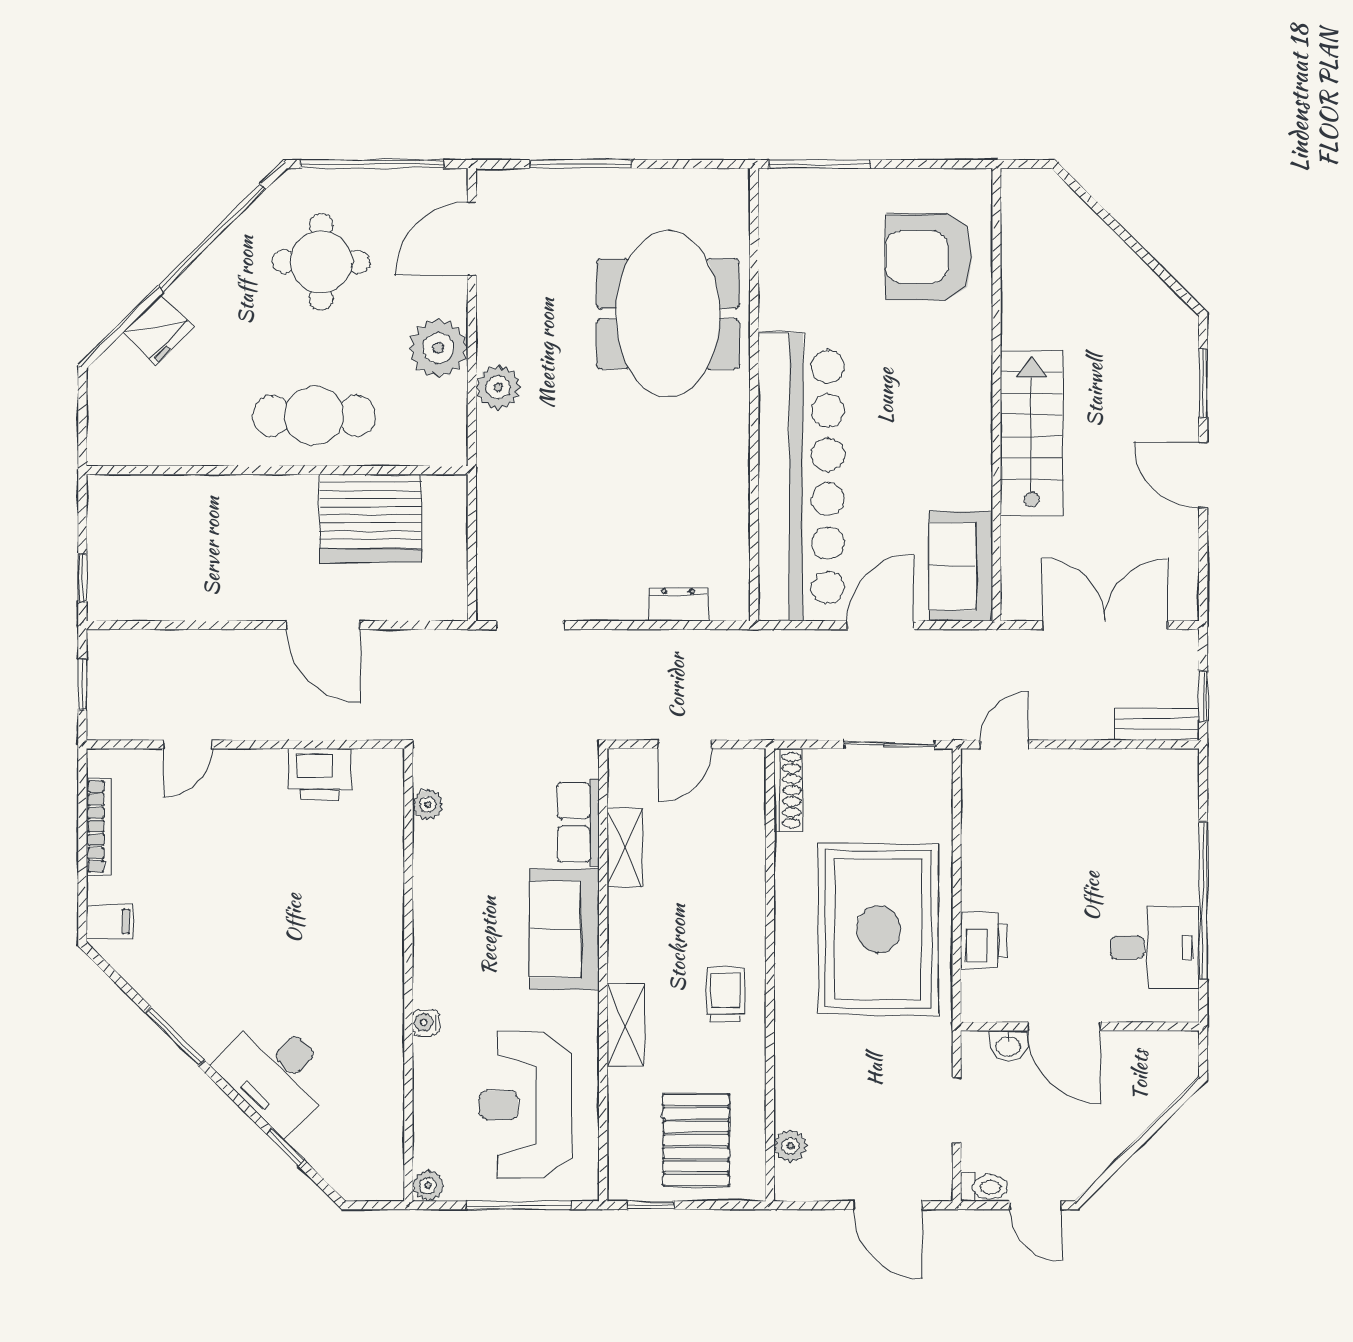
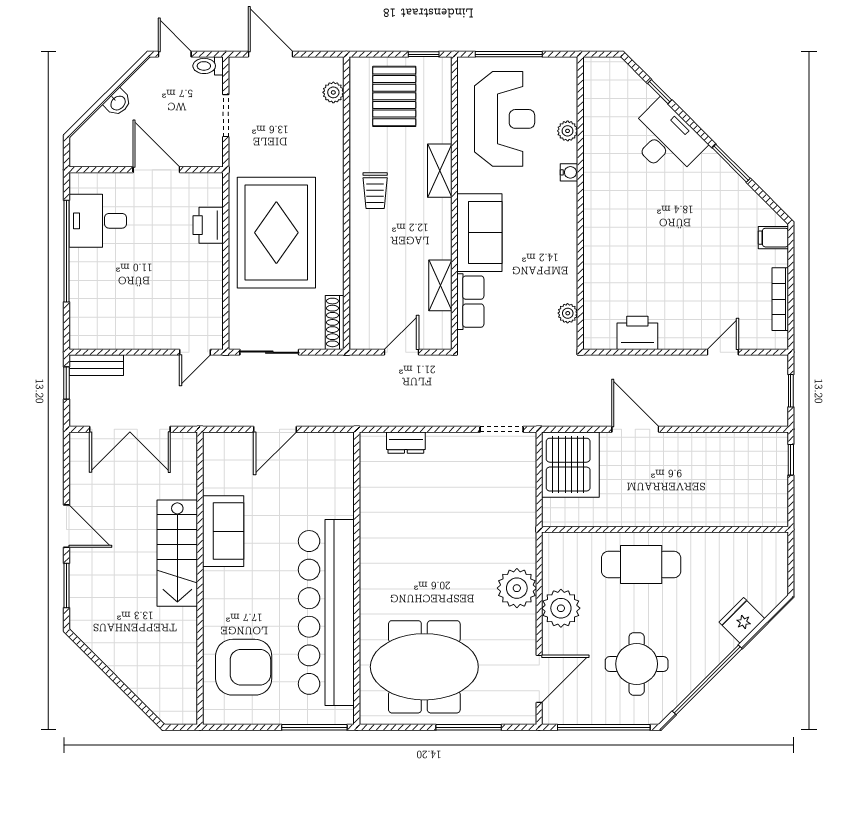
meeting table: (668, 314) -> (424, 667), moved, turned 90
plant: (498, 387) -> (517, 588), width x1.36, depth x1.36
bar counter: (801, 477) -> (326, 612), moved
server rack: (371, 518) -> (570, 465), moved, turned 90
sofa: (961, 566) -> (223, 531), moved
washbasin: (1009, 1046) -> (118, 103), moved, turned 135
plant: (428, 1186) -> (568, 131), moved

